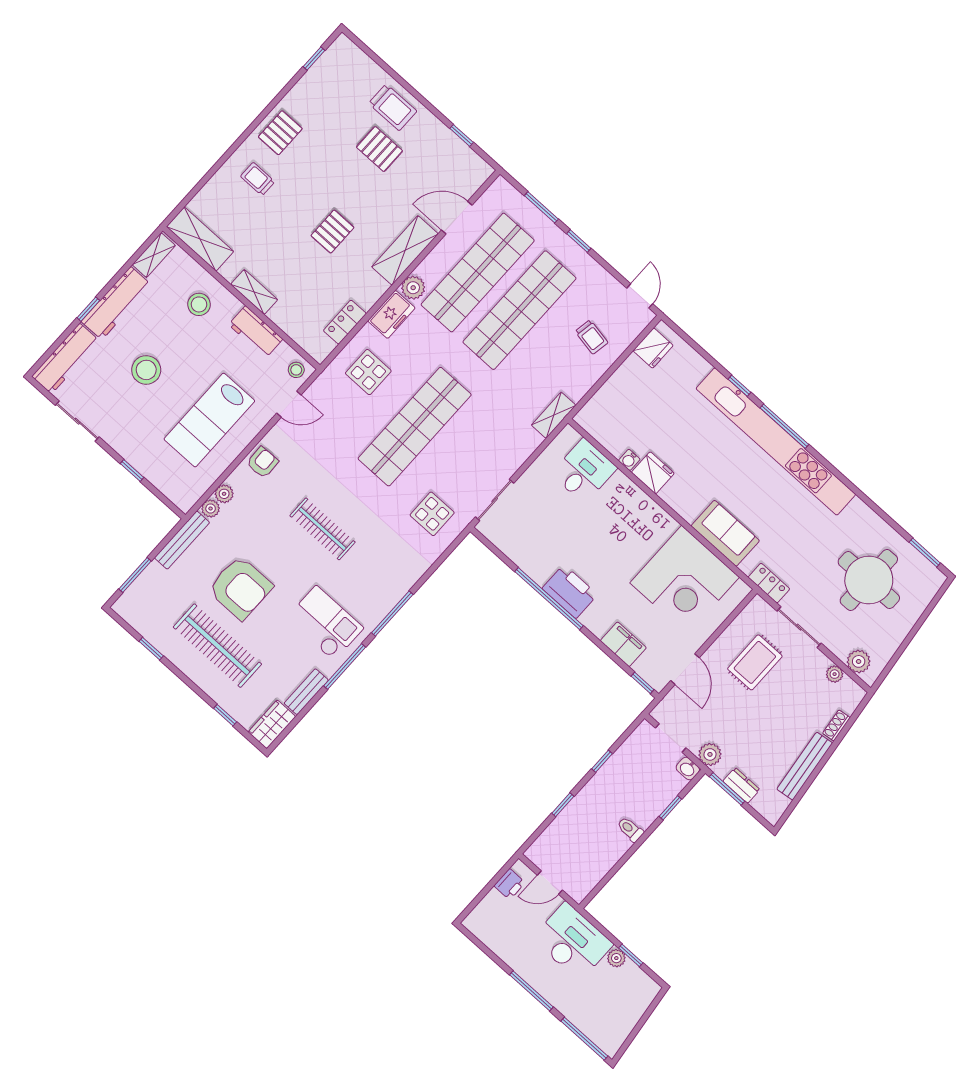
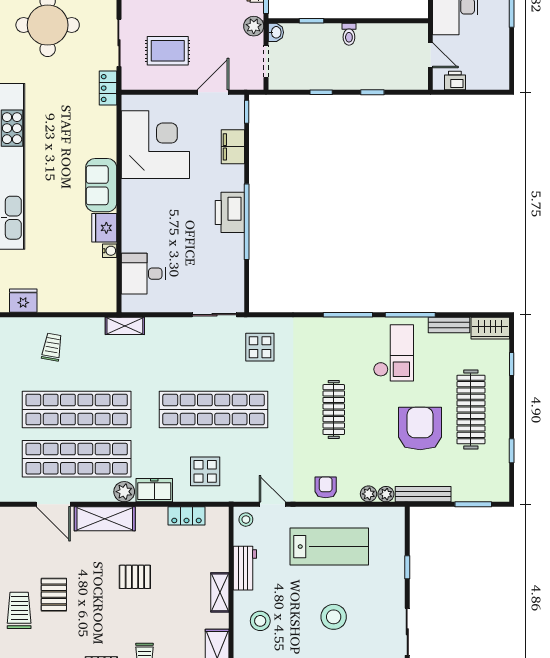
armchair: (262, 462) -> (326, 487), turned 92
sofa: (725, 533) -> (101, 185), moved
checkout: (325, 623) -> (393, 353), turned 180

